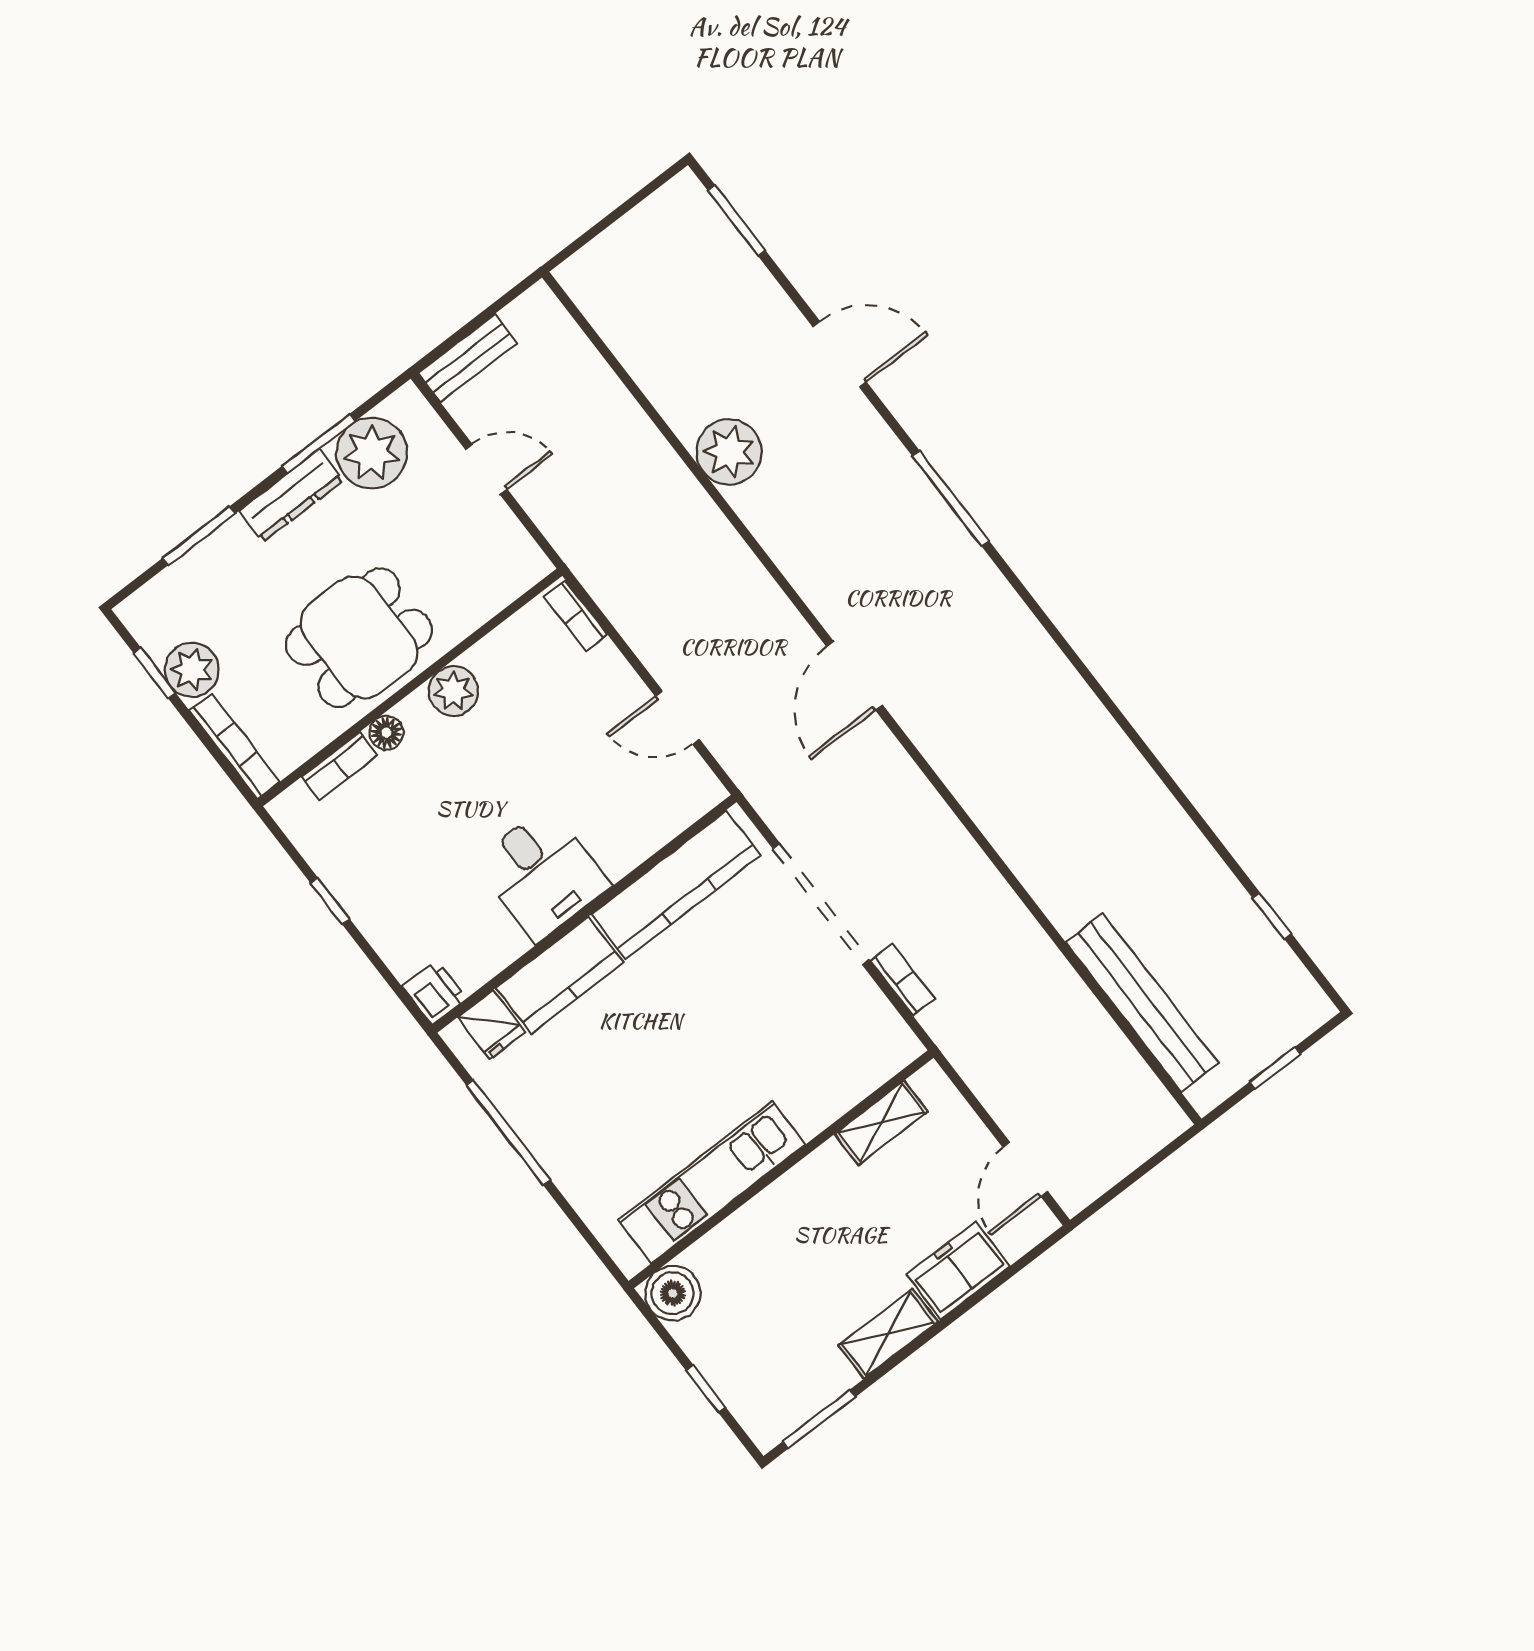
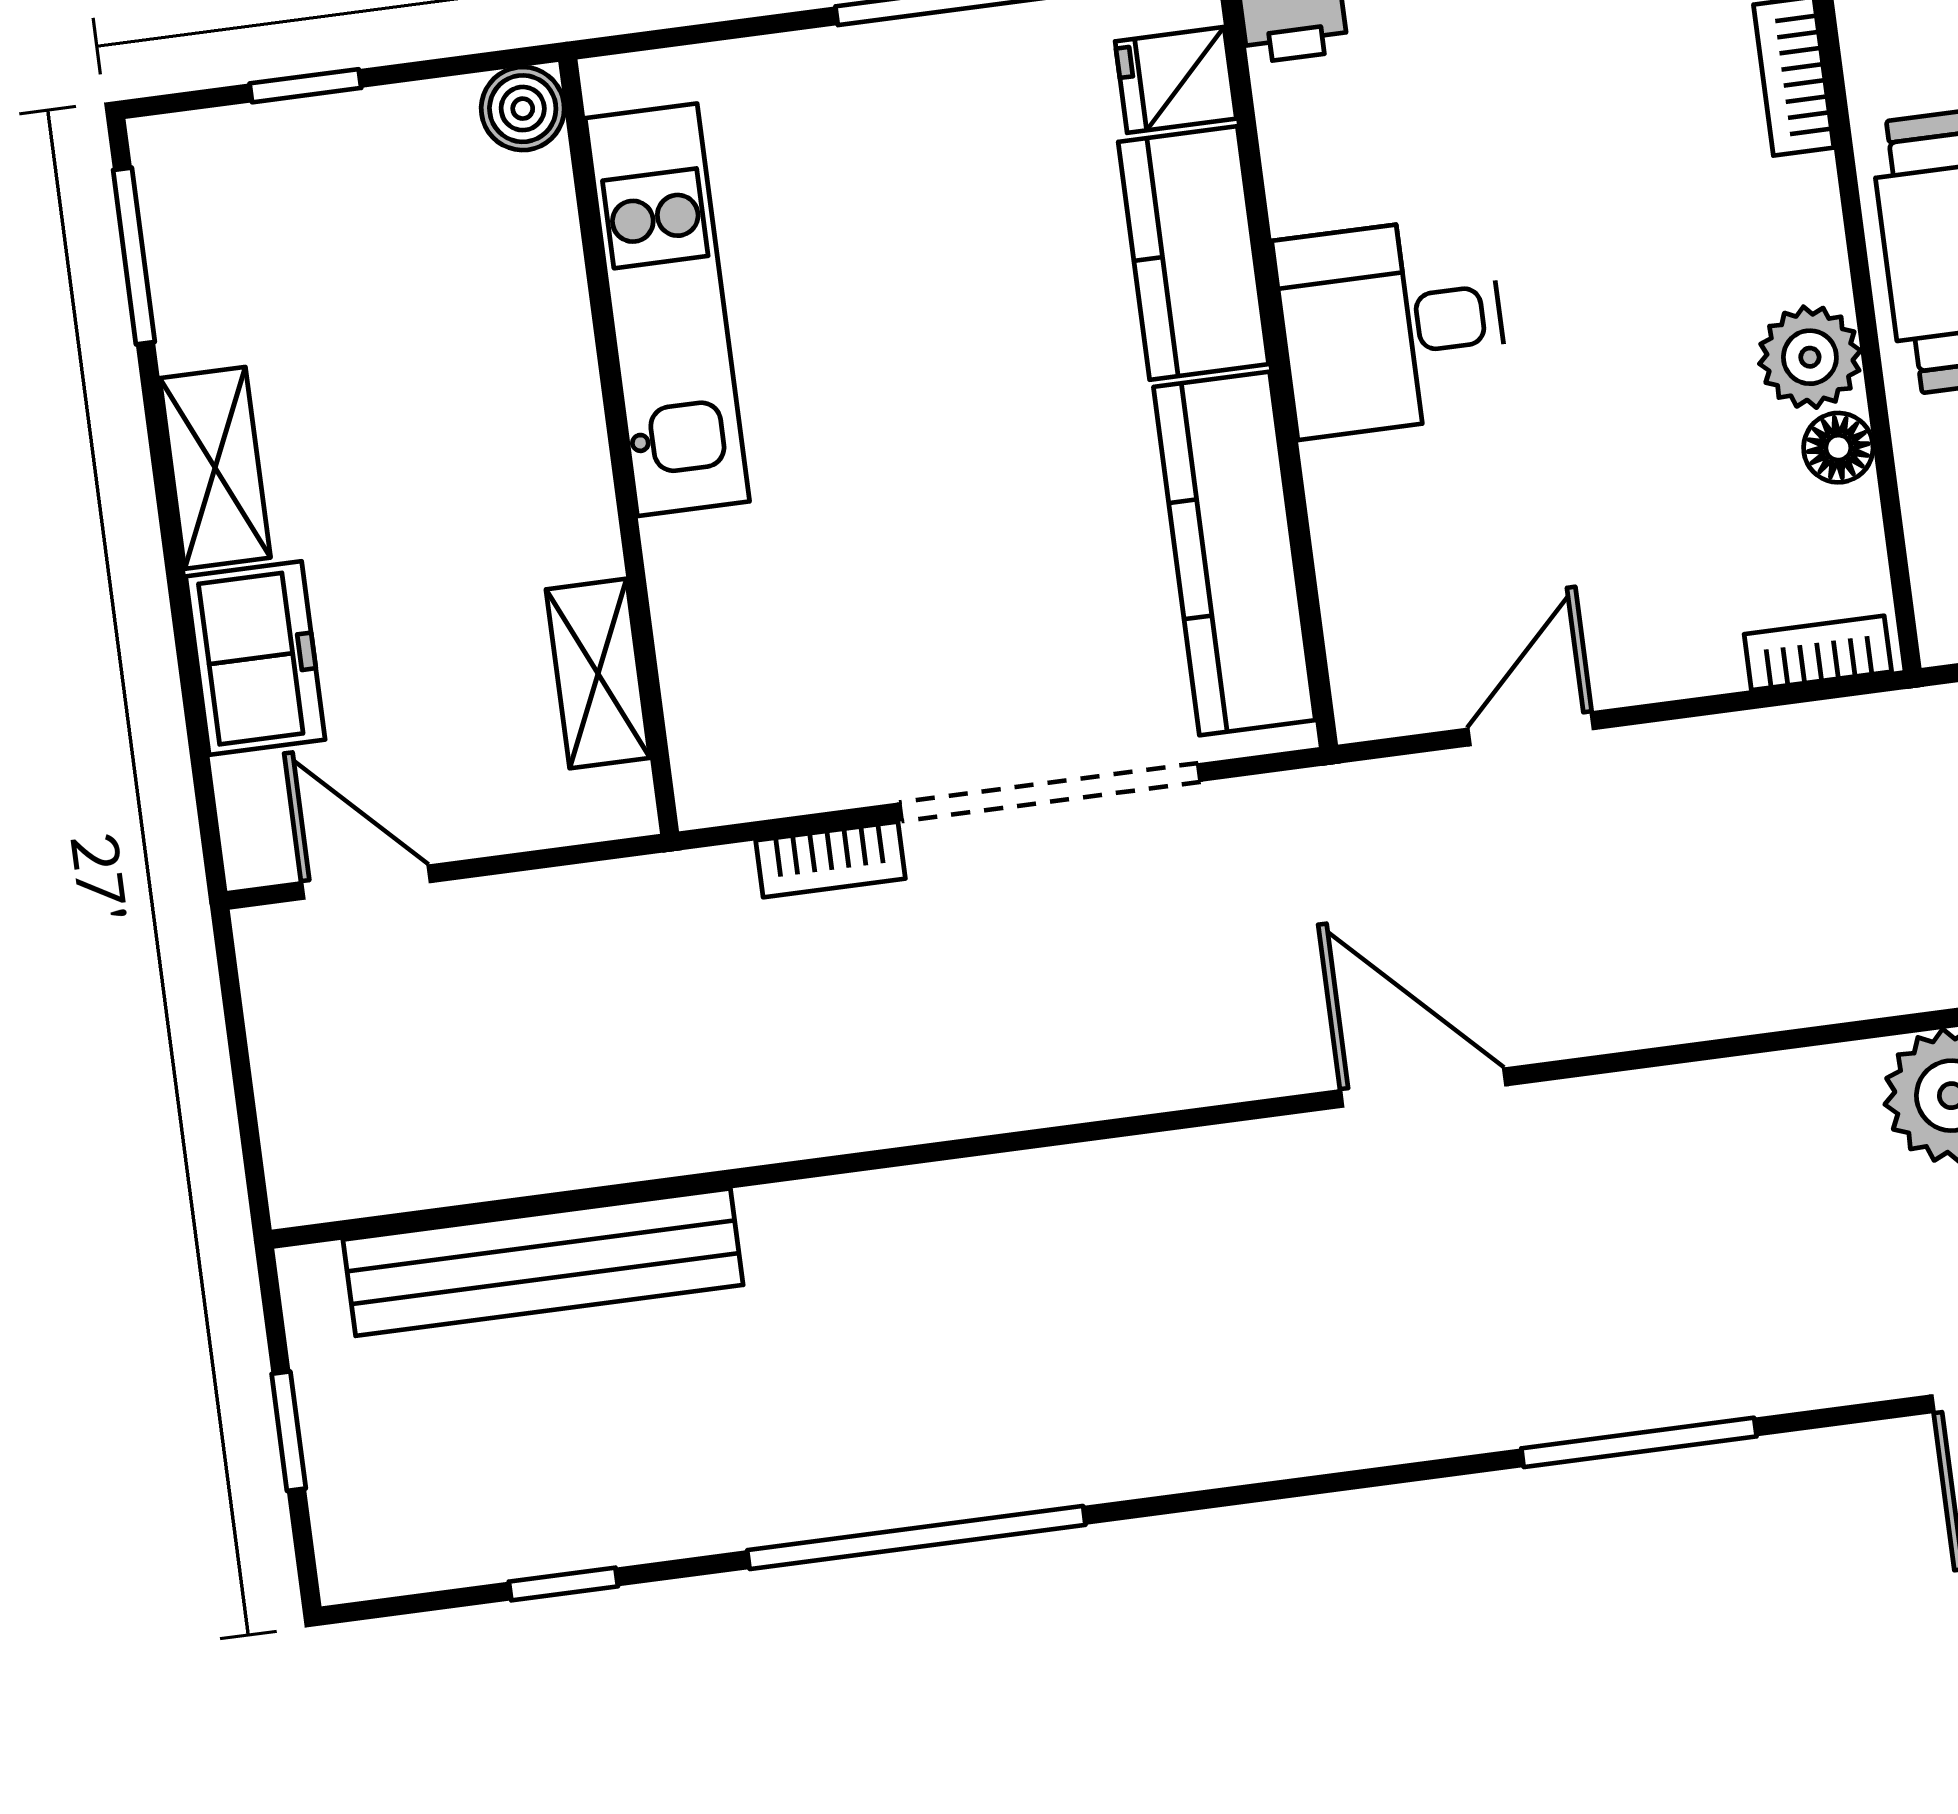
floor lamp: (386, 733) -> (1838, 448), moved
window: (1167, 779) -> (916, 1538), added
boiler: (673, 1293) -> (523, 109), width x0.73, depth x0.73

